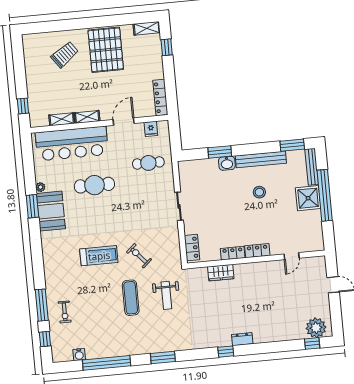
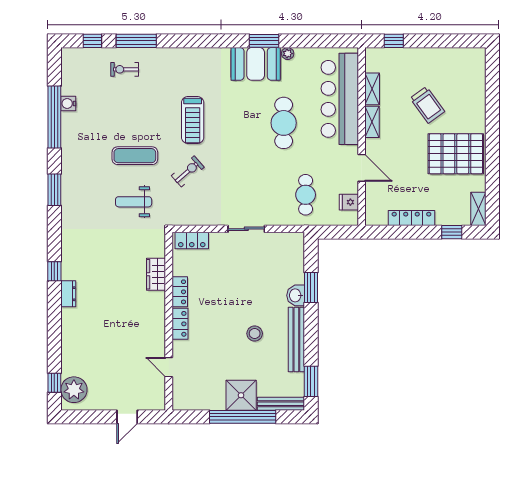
trolley: (65, 54) -> (427, 105), moved
locker: (160, 98) -> (411, 218), moved
water cooler: (79, 355) -> (68, 104), moved

